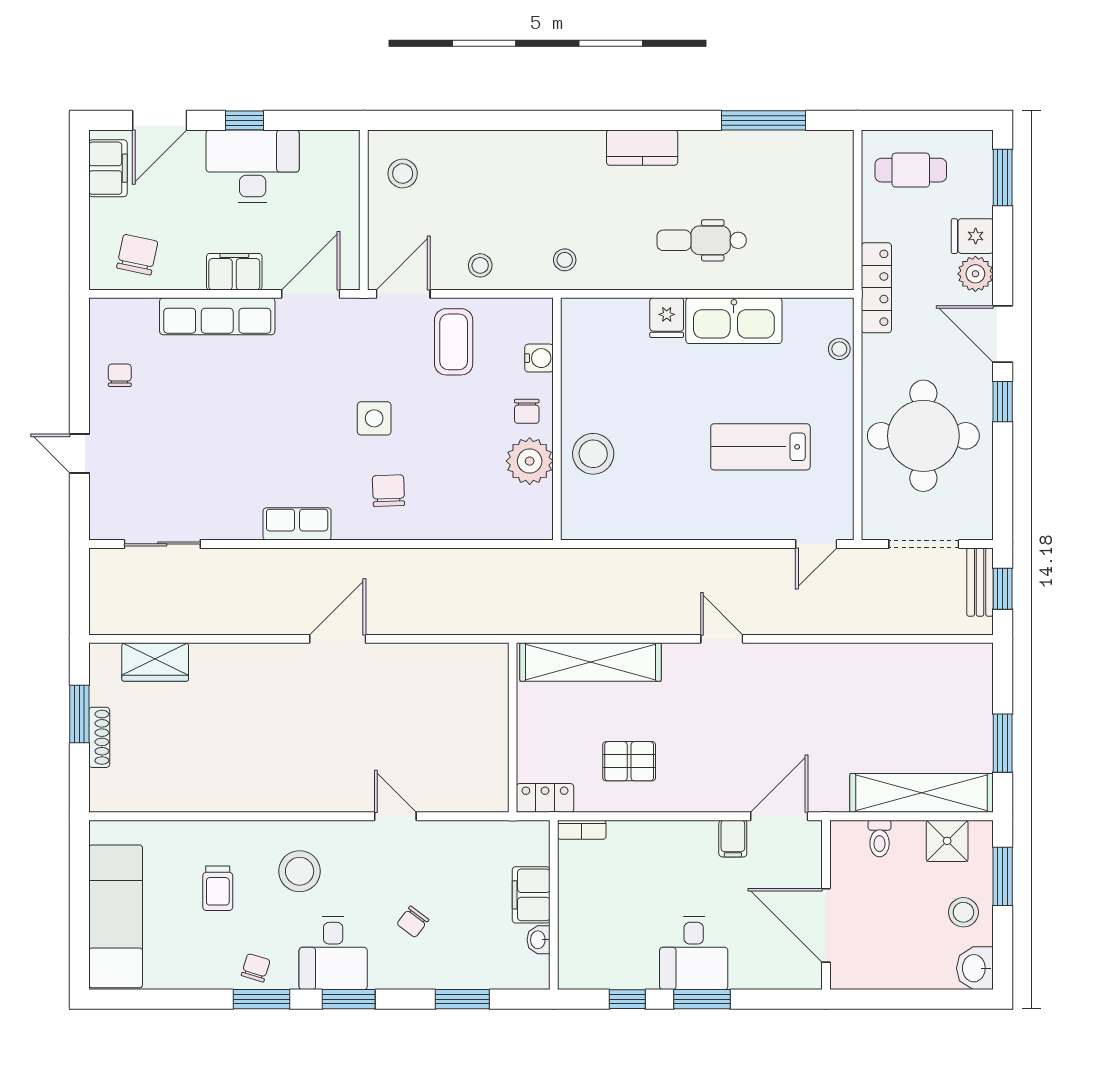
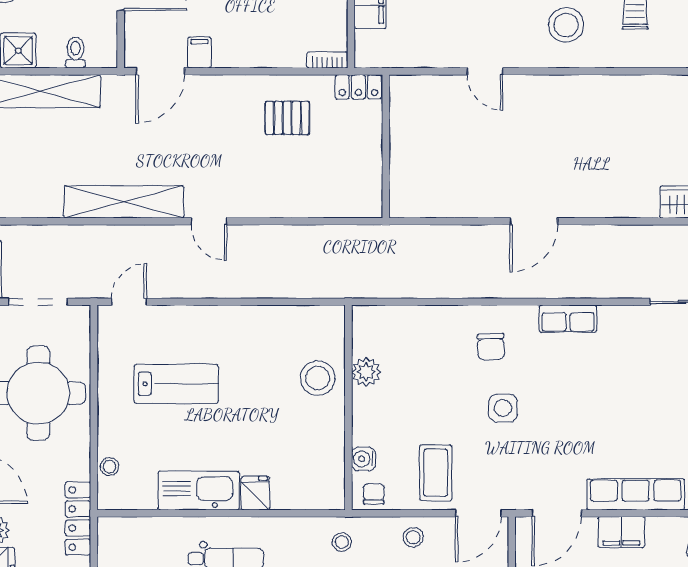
chair: (527, 411) -> (374, 494), moved
plant: (530, 461) -> (366, 372), width x0.73, depth x0.73
shelving: (590, 662) -> (124, 202), moved

